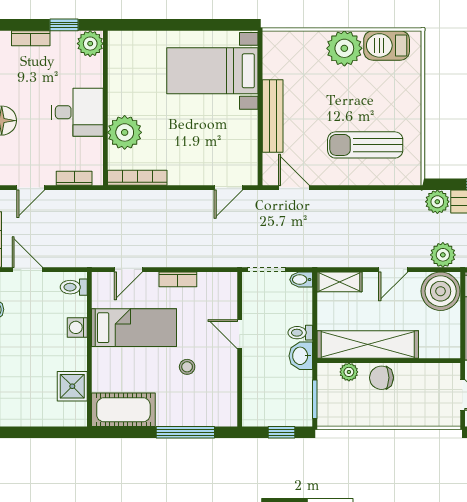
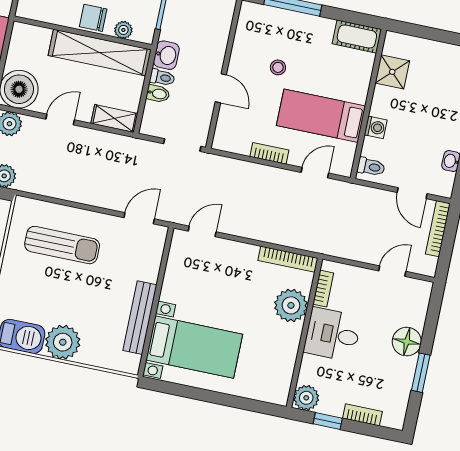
bench: (273, 116) -> (140, 318), moved
bookcase: (74, 178) -> (323, 289), moved, turned -90
door: (294, 188) -> (139, 218), swing flipped
bidet: (301, 280) -> (158, 94), moved
chair: (381, 378) -> (93, 18), turned 180
cot: (123, 410) -> (357, 37), width x0.73, depth x0.75

